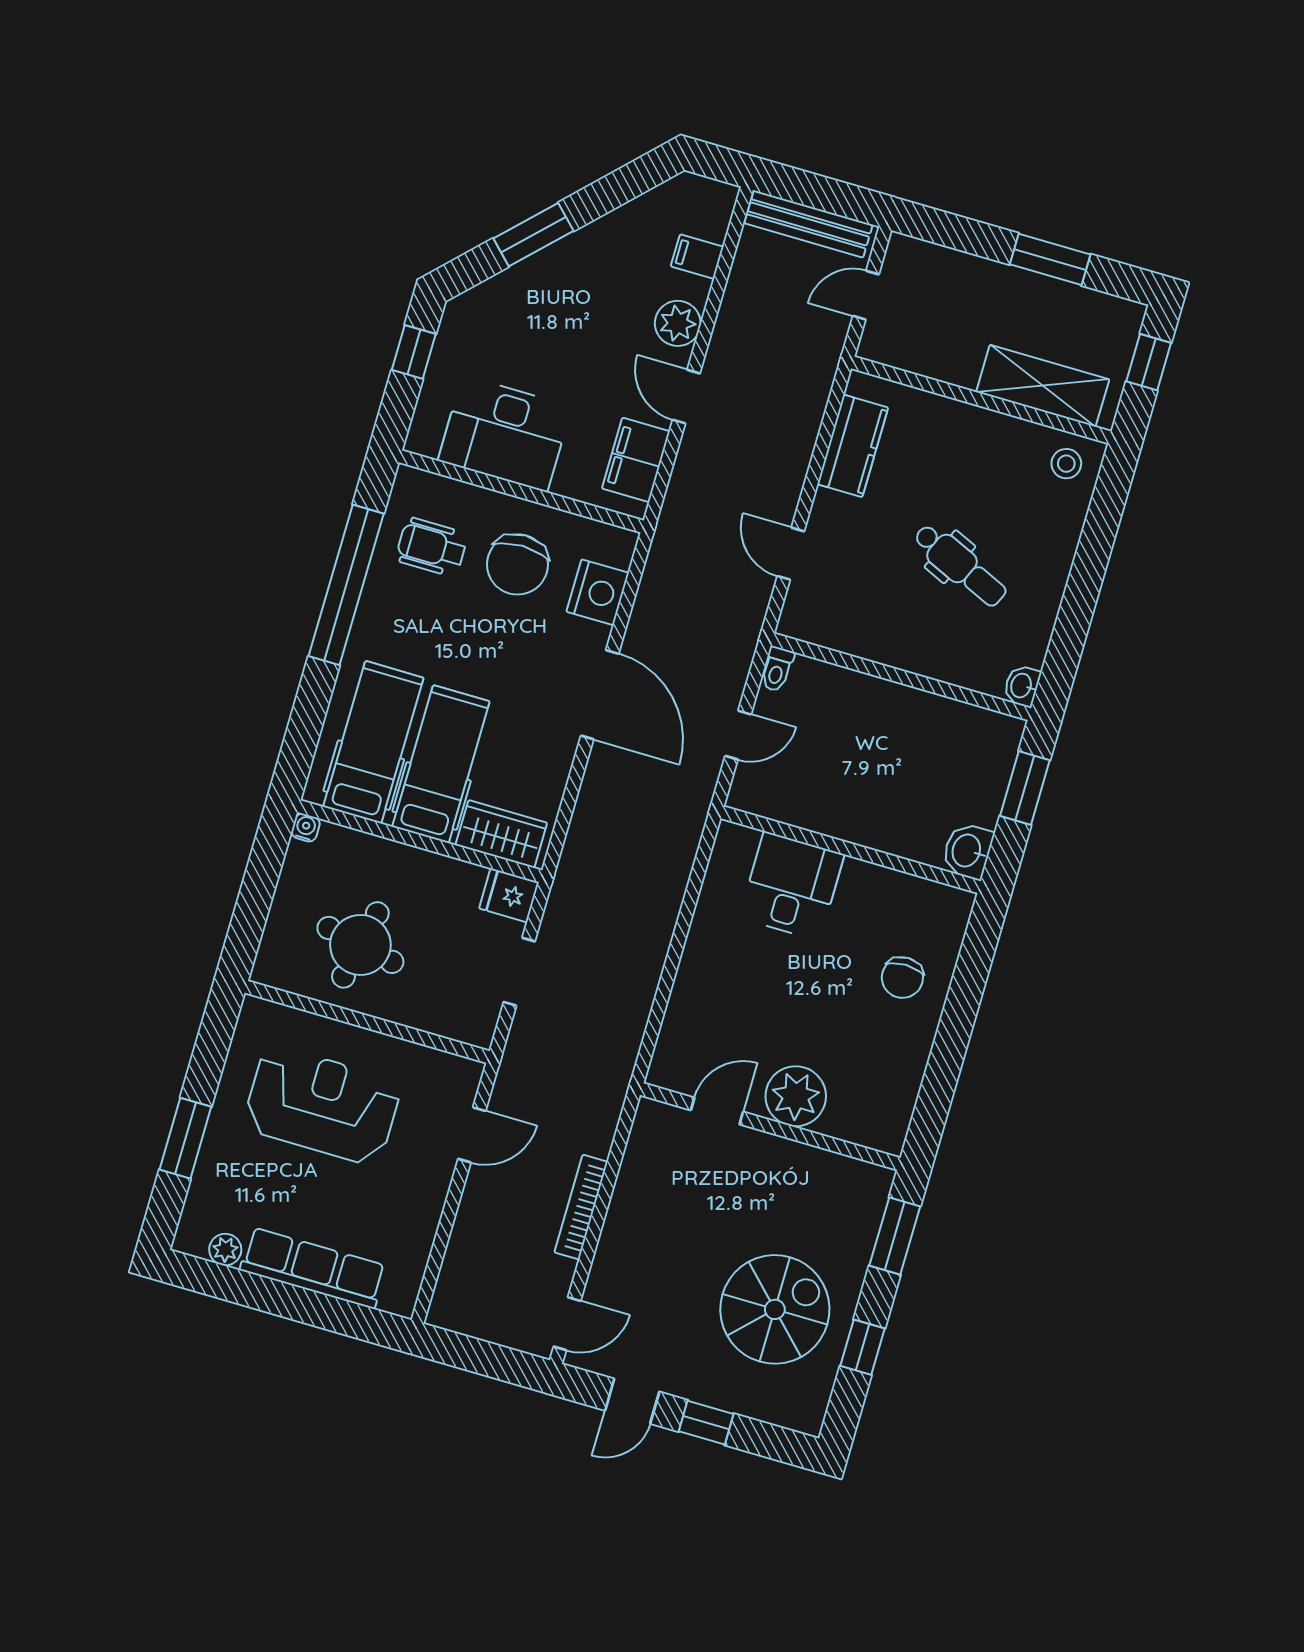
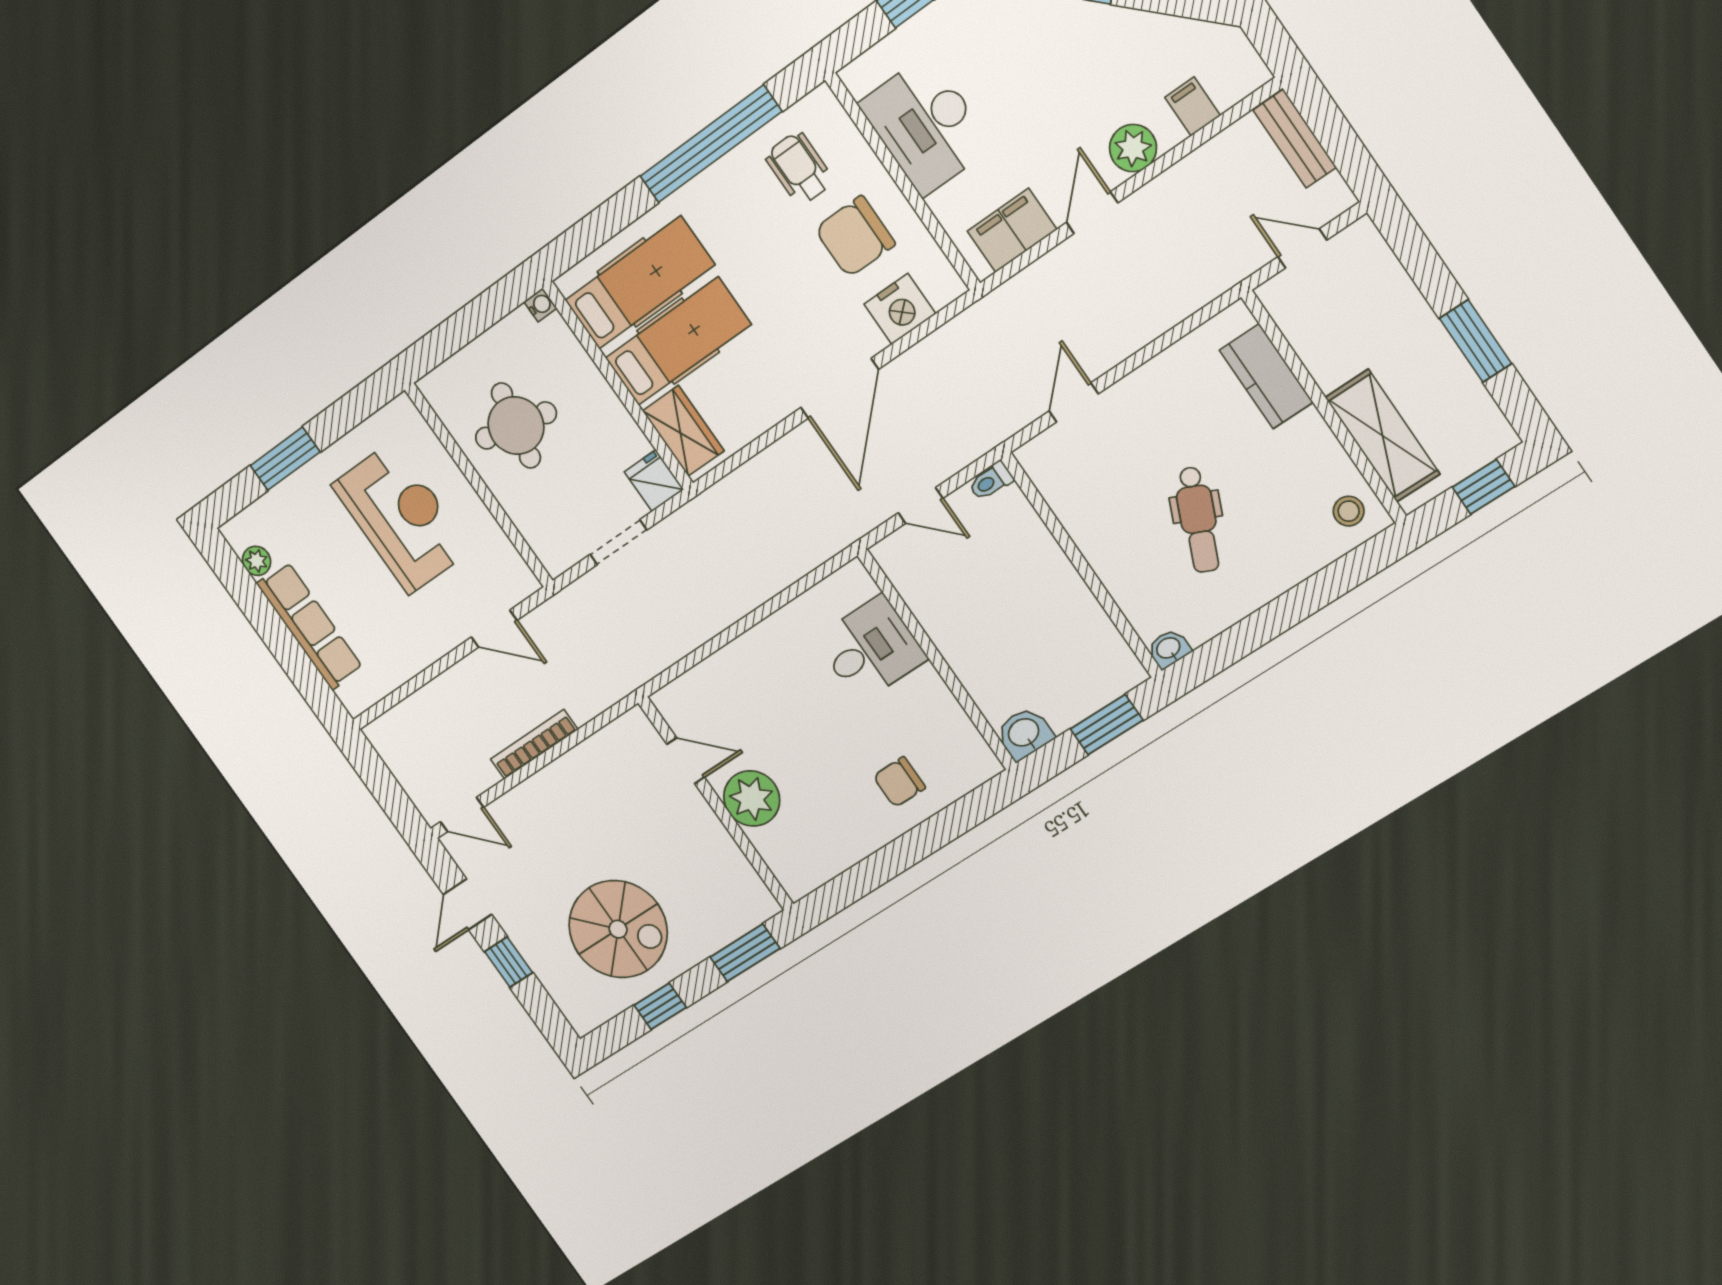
bench: (809, 224) -> (1295, 139), width x0.73
kitchen counter: (853, 446) -> (1266, 376), moved, turned 90
door: (632, 1401) -> (467, 904), hinge flipped

